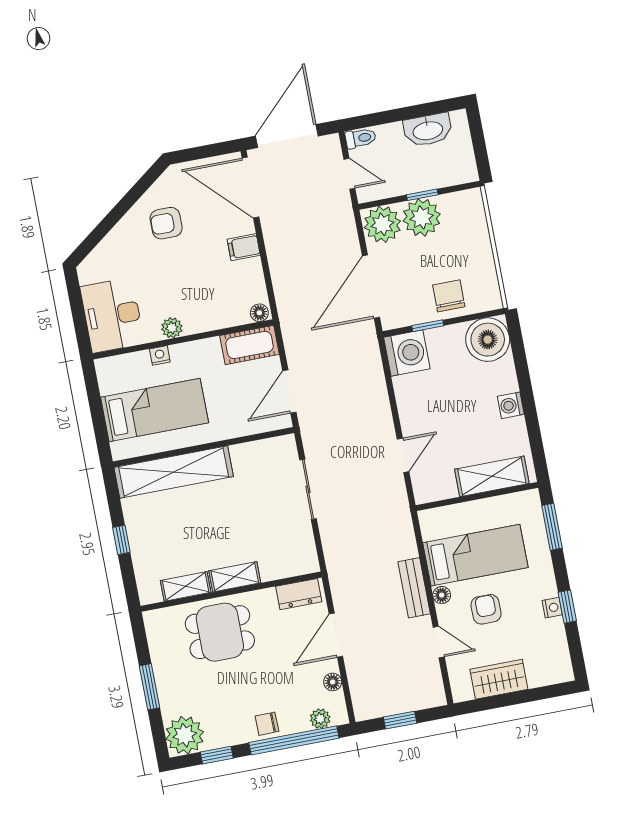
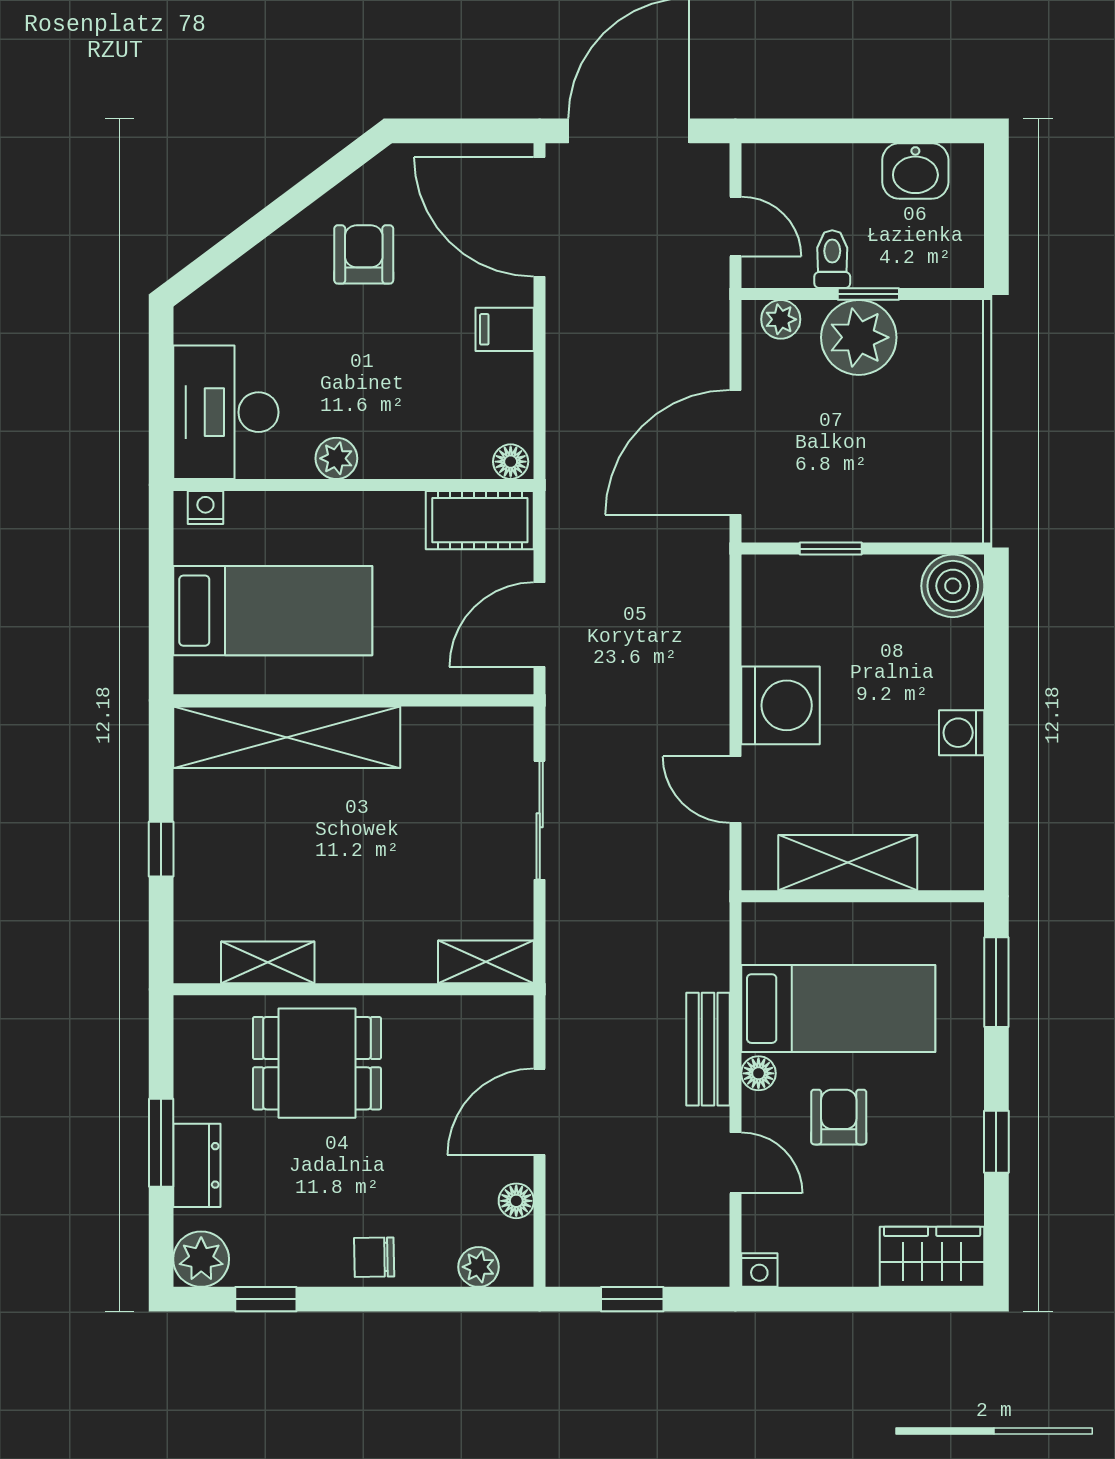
washbasin: (428, 130) -> (915, 171), width x0.72
toilet: (361, 138) -> (832, 259), moved, turned -90
armchair: (166, 223) -> (364, 254), turned 90
plant: (382, 224) -> (781, 319), width x0.53, depth x0.53
chair: (449, 296) -> (882, 499), removed
boiler: (488, 340) -> (953, 586), width x0.73, depth x0.73
washing machine: (407, 353) -> (780, 705), moved
nightstand: (160, 355) -> (205, 507), moved
door: (403, 455) -> (735, 790), swing flipped
shelving: (492, 476) -> (848, 863), moved
shelving: (235, 577) -> (486, 962), moved
dresser: (299, 594) -> (197, 1165), moved, turned -90
nightstand: (552, 608) -> (759, 1270), moved, turned 90
wardrobe: (499, 679) -> (932, 1257), moved
plant: (185, 735) -> (201, 1259), width x0.73, depth x0.73
window: (294, 740) -> (420, 1299), removed

